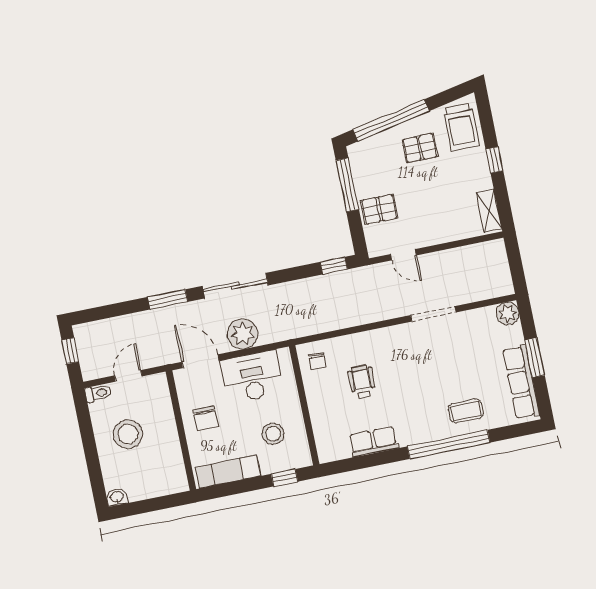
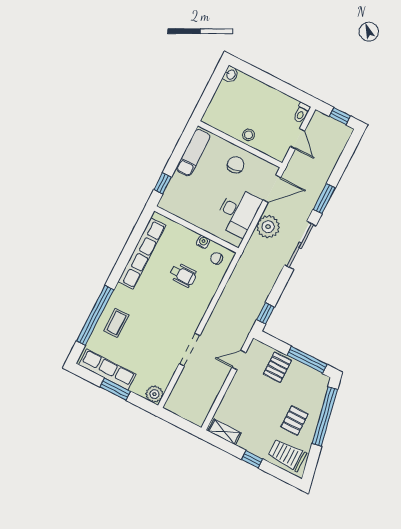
water cooler: (312, 388) -> (203, 242), added
chair: (206, 418) -> (236, 165), turned 84
stool: (128, 434) -> (248, 135), moved, width x0.53, depth x0.53
stool: (273, 434) -> (194, 197), removed
row of seats: (373, 442) -> (142, 253), width x2.02
window: (449, 444) -> (95, 315), moved

